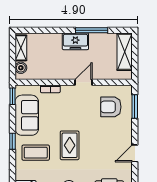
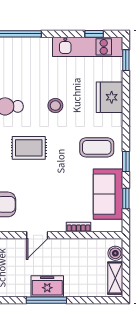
window: (92, 30) -> (46, 300), moved
window: (12, 96) -> (126, 199), moved
rug: (70, 145) -> (29, 148), moved, turned 90

